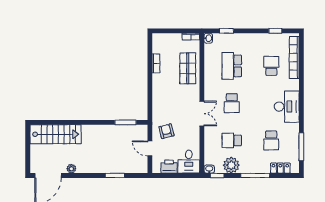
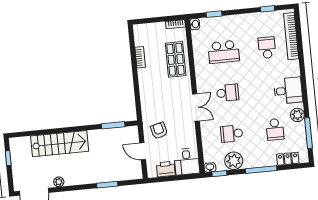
school desk: (232, 66) -> (224, 52), turned -90
school desk: (232, 103) -> (228, 93), turned -90
desk: (287, 107) -> (288, 91), width x0.73
plant: (293, 129) -> (297, 115), added
stairs: (56, 134) -> (60, 144), moved
window: (28, 143) -> (8, 158), added

